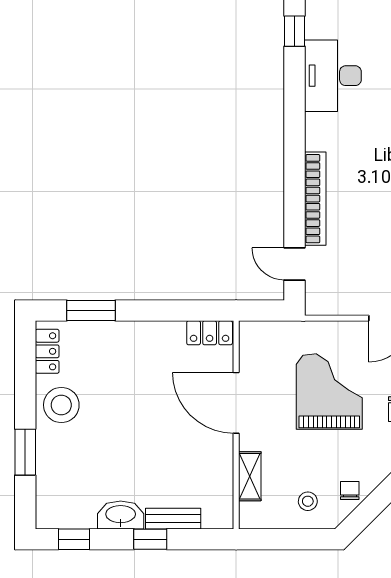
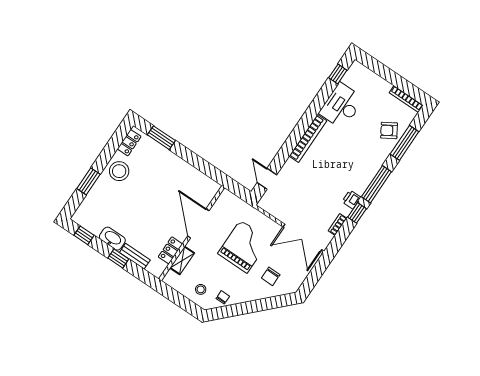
bookcase: (315, 199) -> (308, 138), moved
locker: (210, 333) -> (170, 250), moved, turned 90

